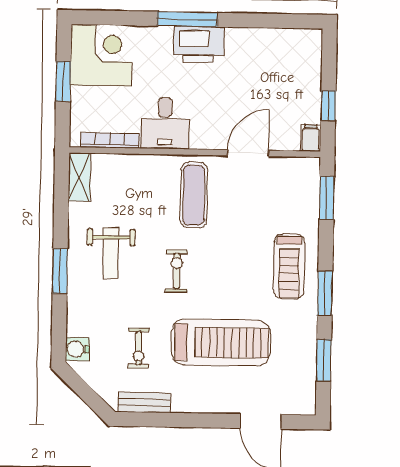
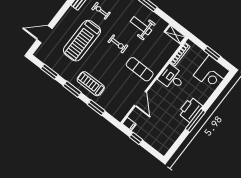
window: (187, 19) -> (195, 120), moved
window: (327, 198) -> (96, 108), moved

